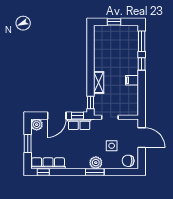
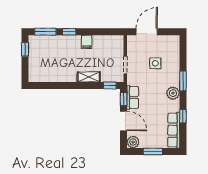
window: (114, 22) -> (25, 49), moved
chair: (128, 161) -> (171, 46), removed
plant: (96, 163) -> (173, 93), moved
window: (43, 172) -> (183, 116), moved

